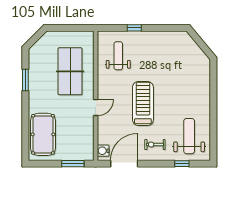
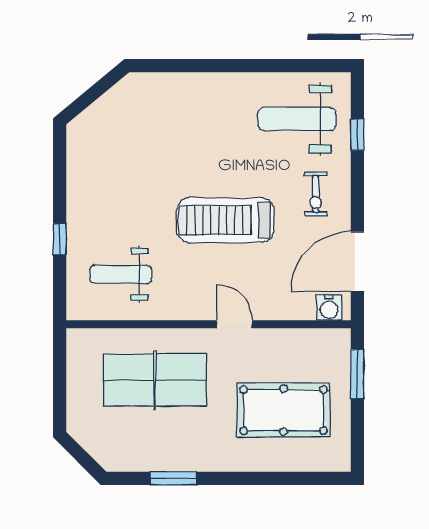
pool table: (43, 134) -> (283, 410), moved
door: (124, 164) -> (357, 262), hinge flipped

